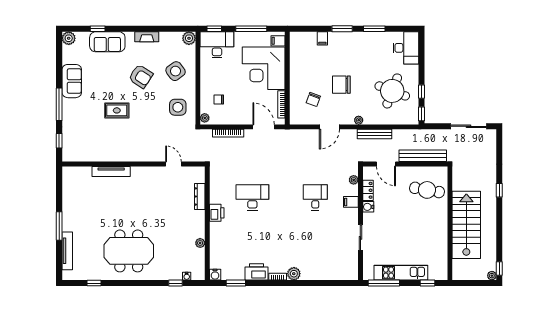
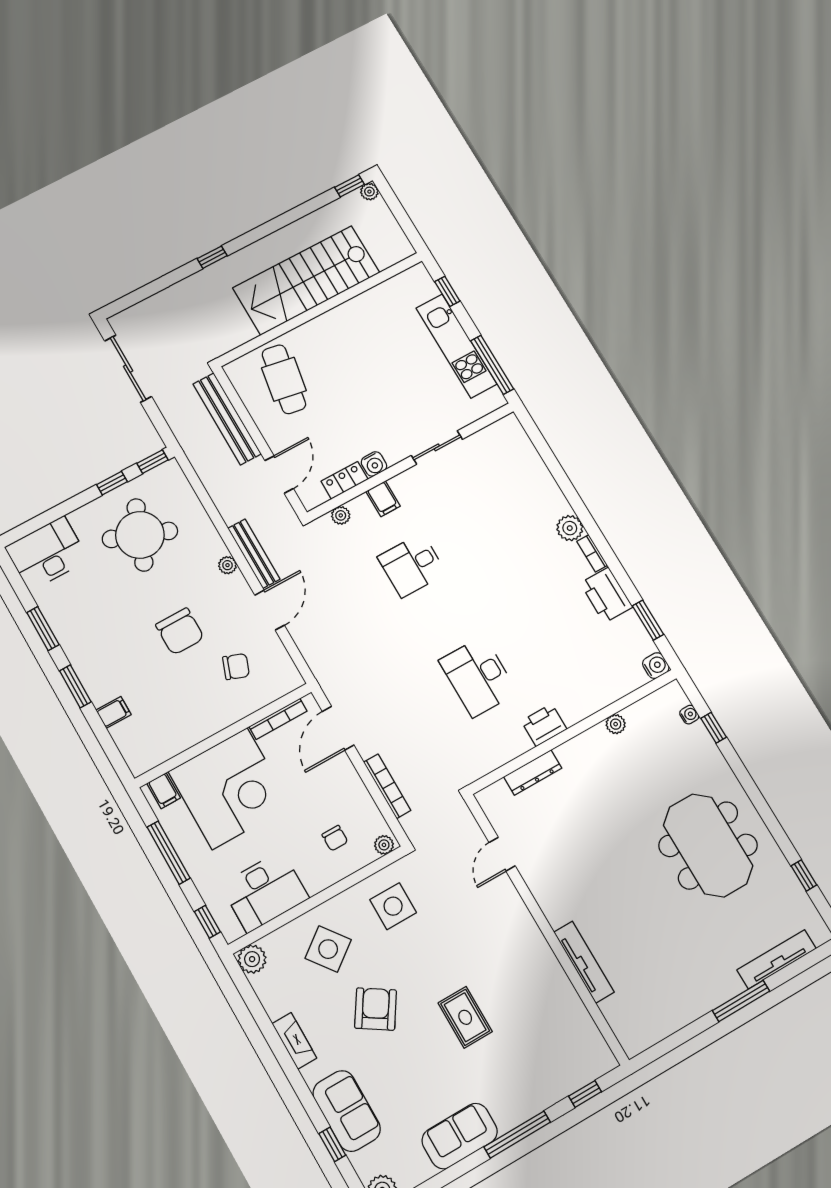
desk: (217, 45) -> (265, 892), moved, turned -90
door: (329, 127) -> (270, 610), hinge flipped
bench: (374, 134) -> (254, 554), moved

